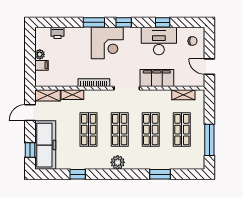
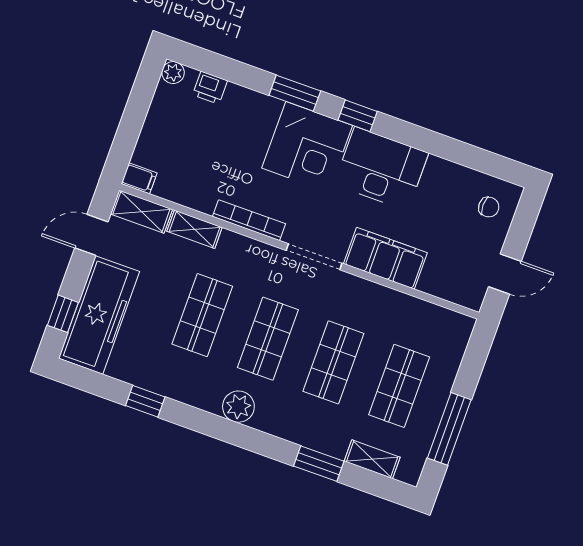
window: (163, 22) -> (440, 145), removed
desk: (159, 41) -> (381, 169), moved
plant: (40, 54) -> (173, 73), moved
filing cabinet: (41, 65) -> (139, 178), moved
door: (209, 67) -> (505, 274), swing flipped
shelving: (183, 95) -> (372, 459), moved

